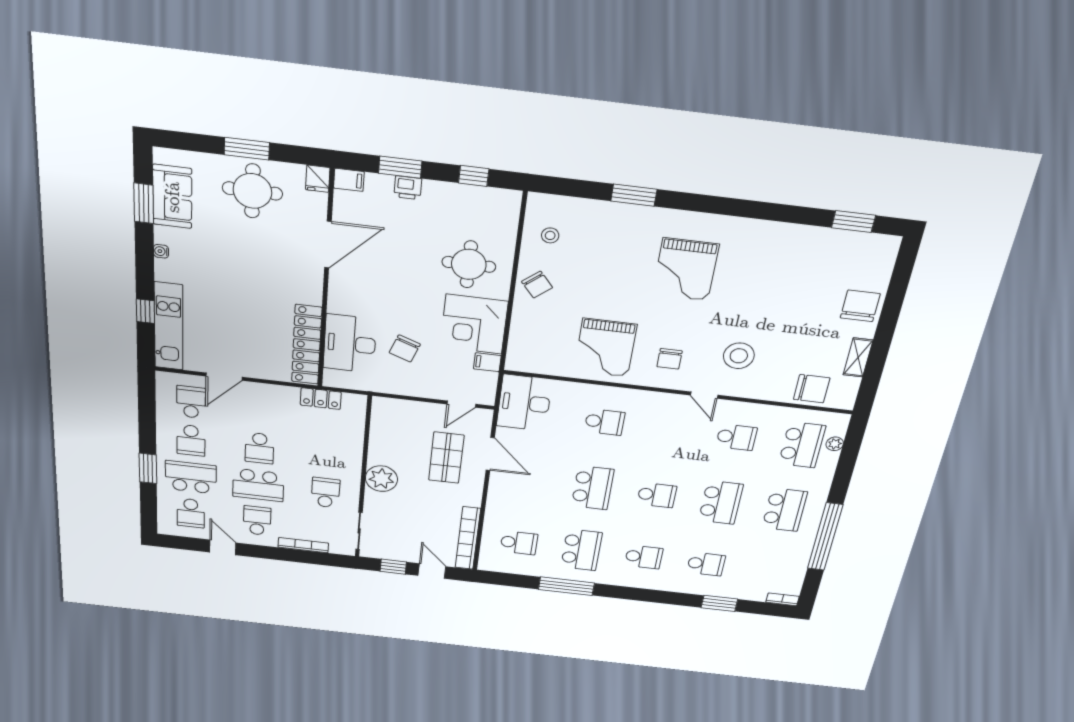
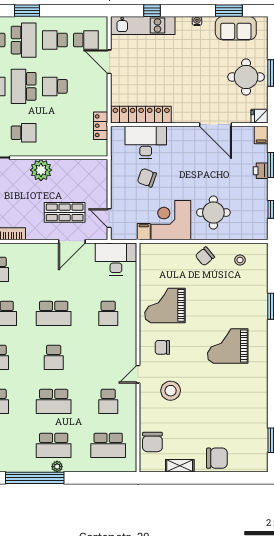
plant: (835, 444) -> (57, 467), moved

